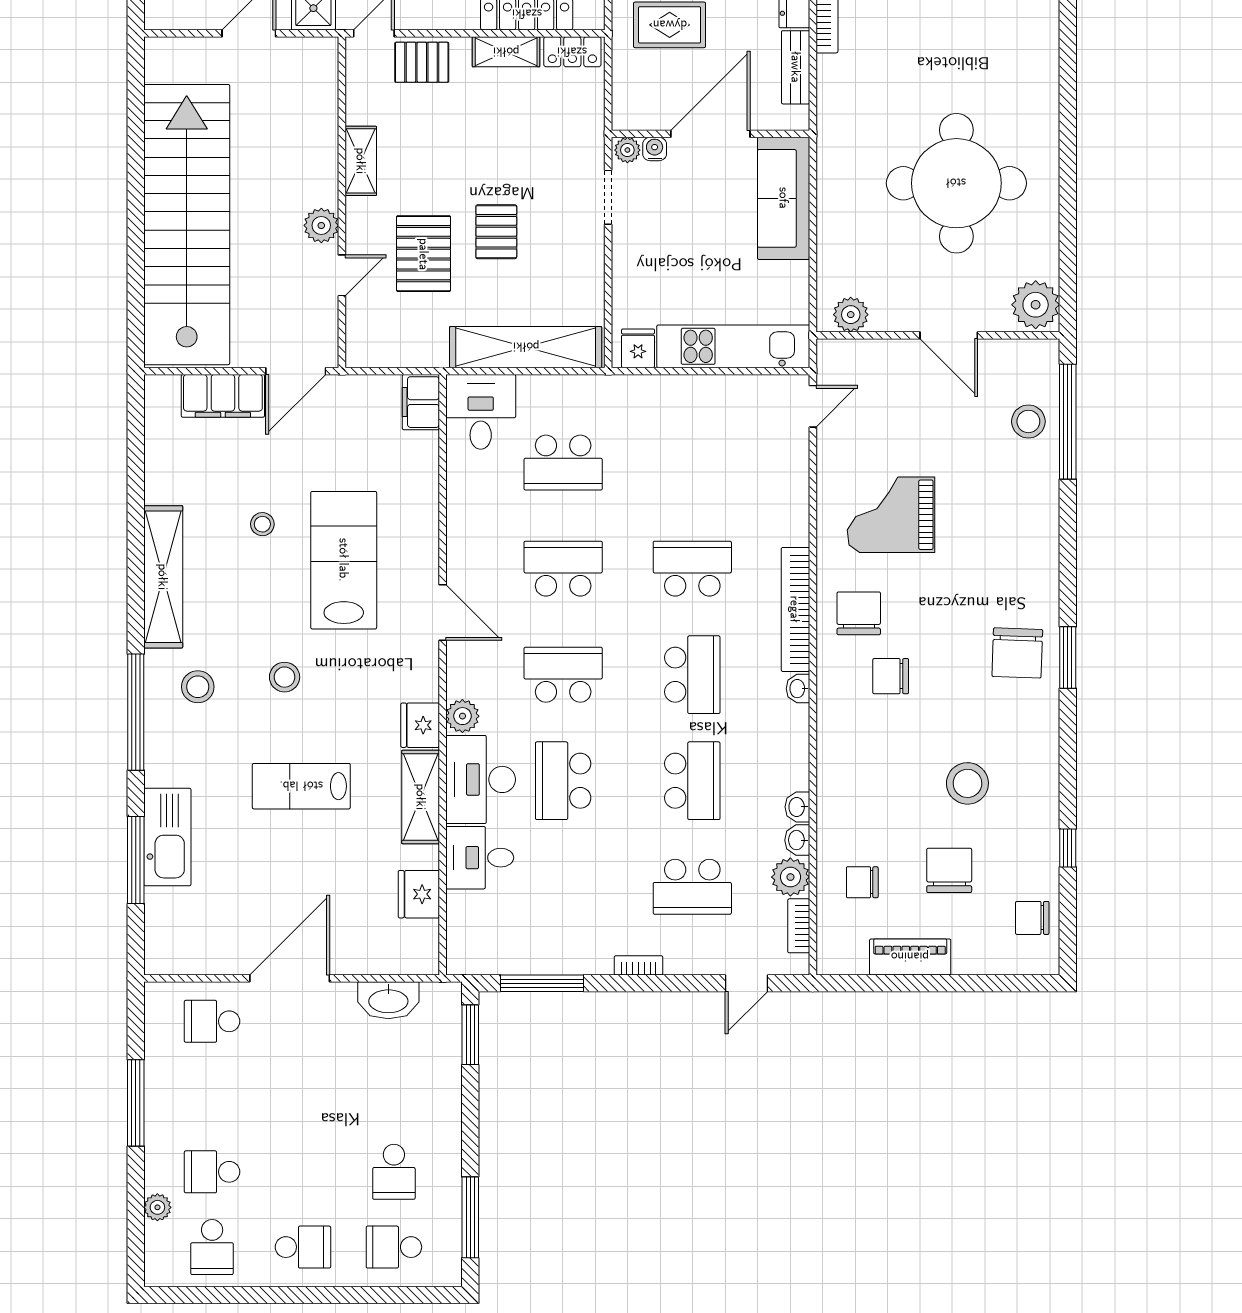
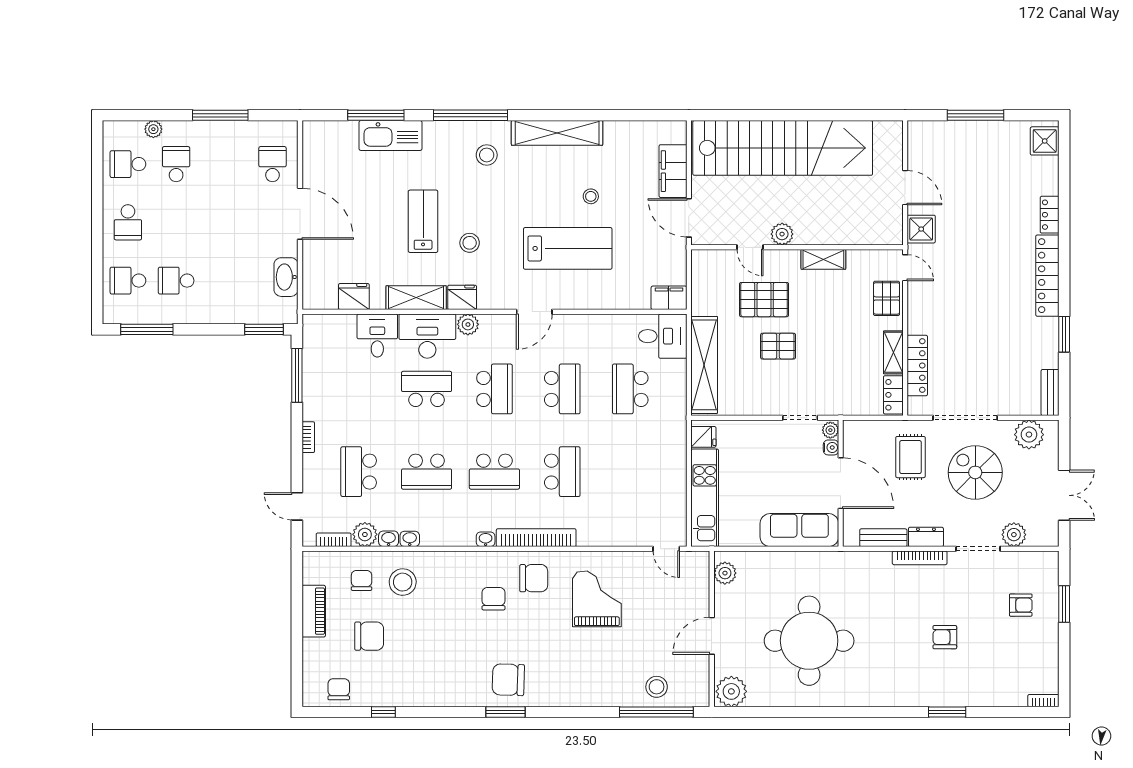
stool: (285, 677) -> (470, 243), moved
stool: (967, 783) -> (403, 582), moved
school desk: (394, 1247) -> (128, 281), turned -90

